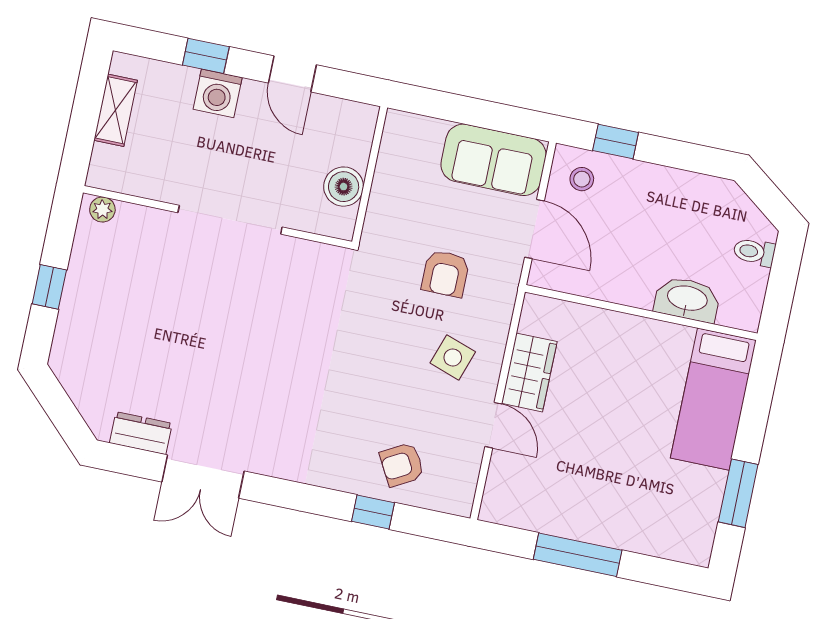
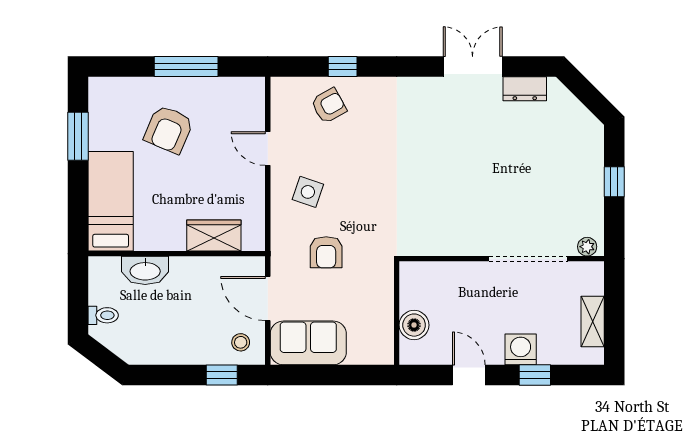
boiler: (344, 187) -> (414, 325), moved
doorway: (230, 220) -> (528, 259), moved
armchair: (445, 274) -> (326, 252), turned 180
wardrobe: (529, 372) -> (214, 235), moved, turned 90
armchair: (618, 477) -> (169, 129), added

